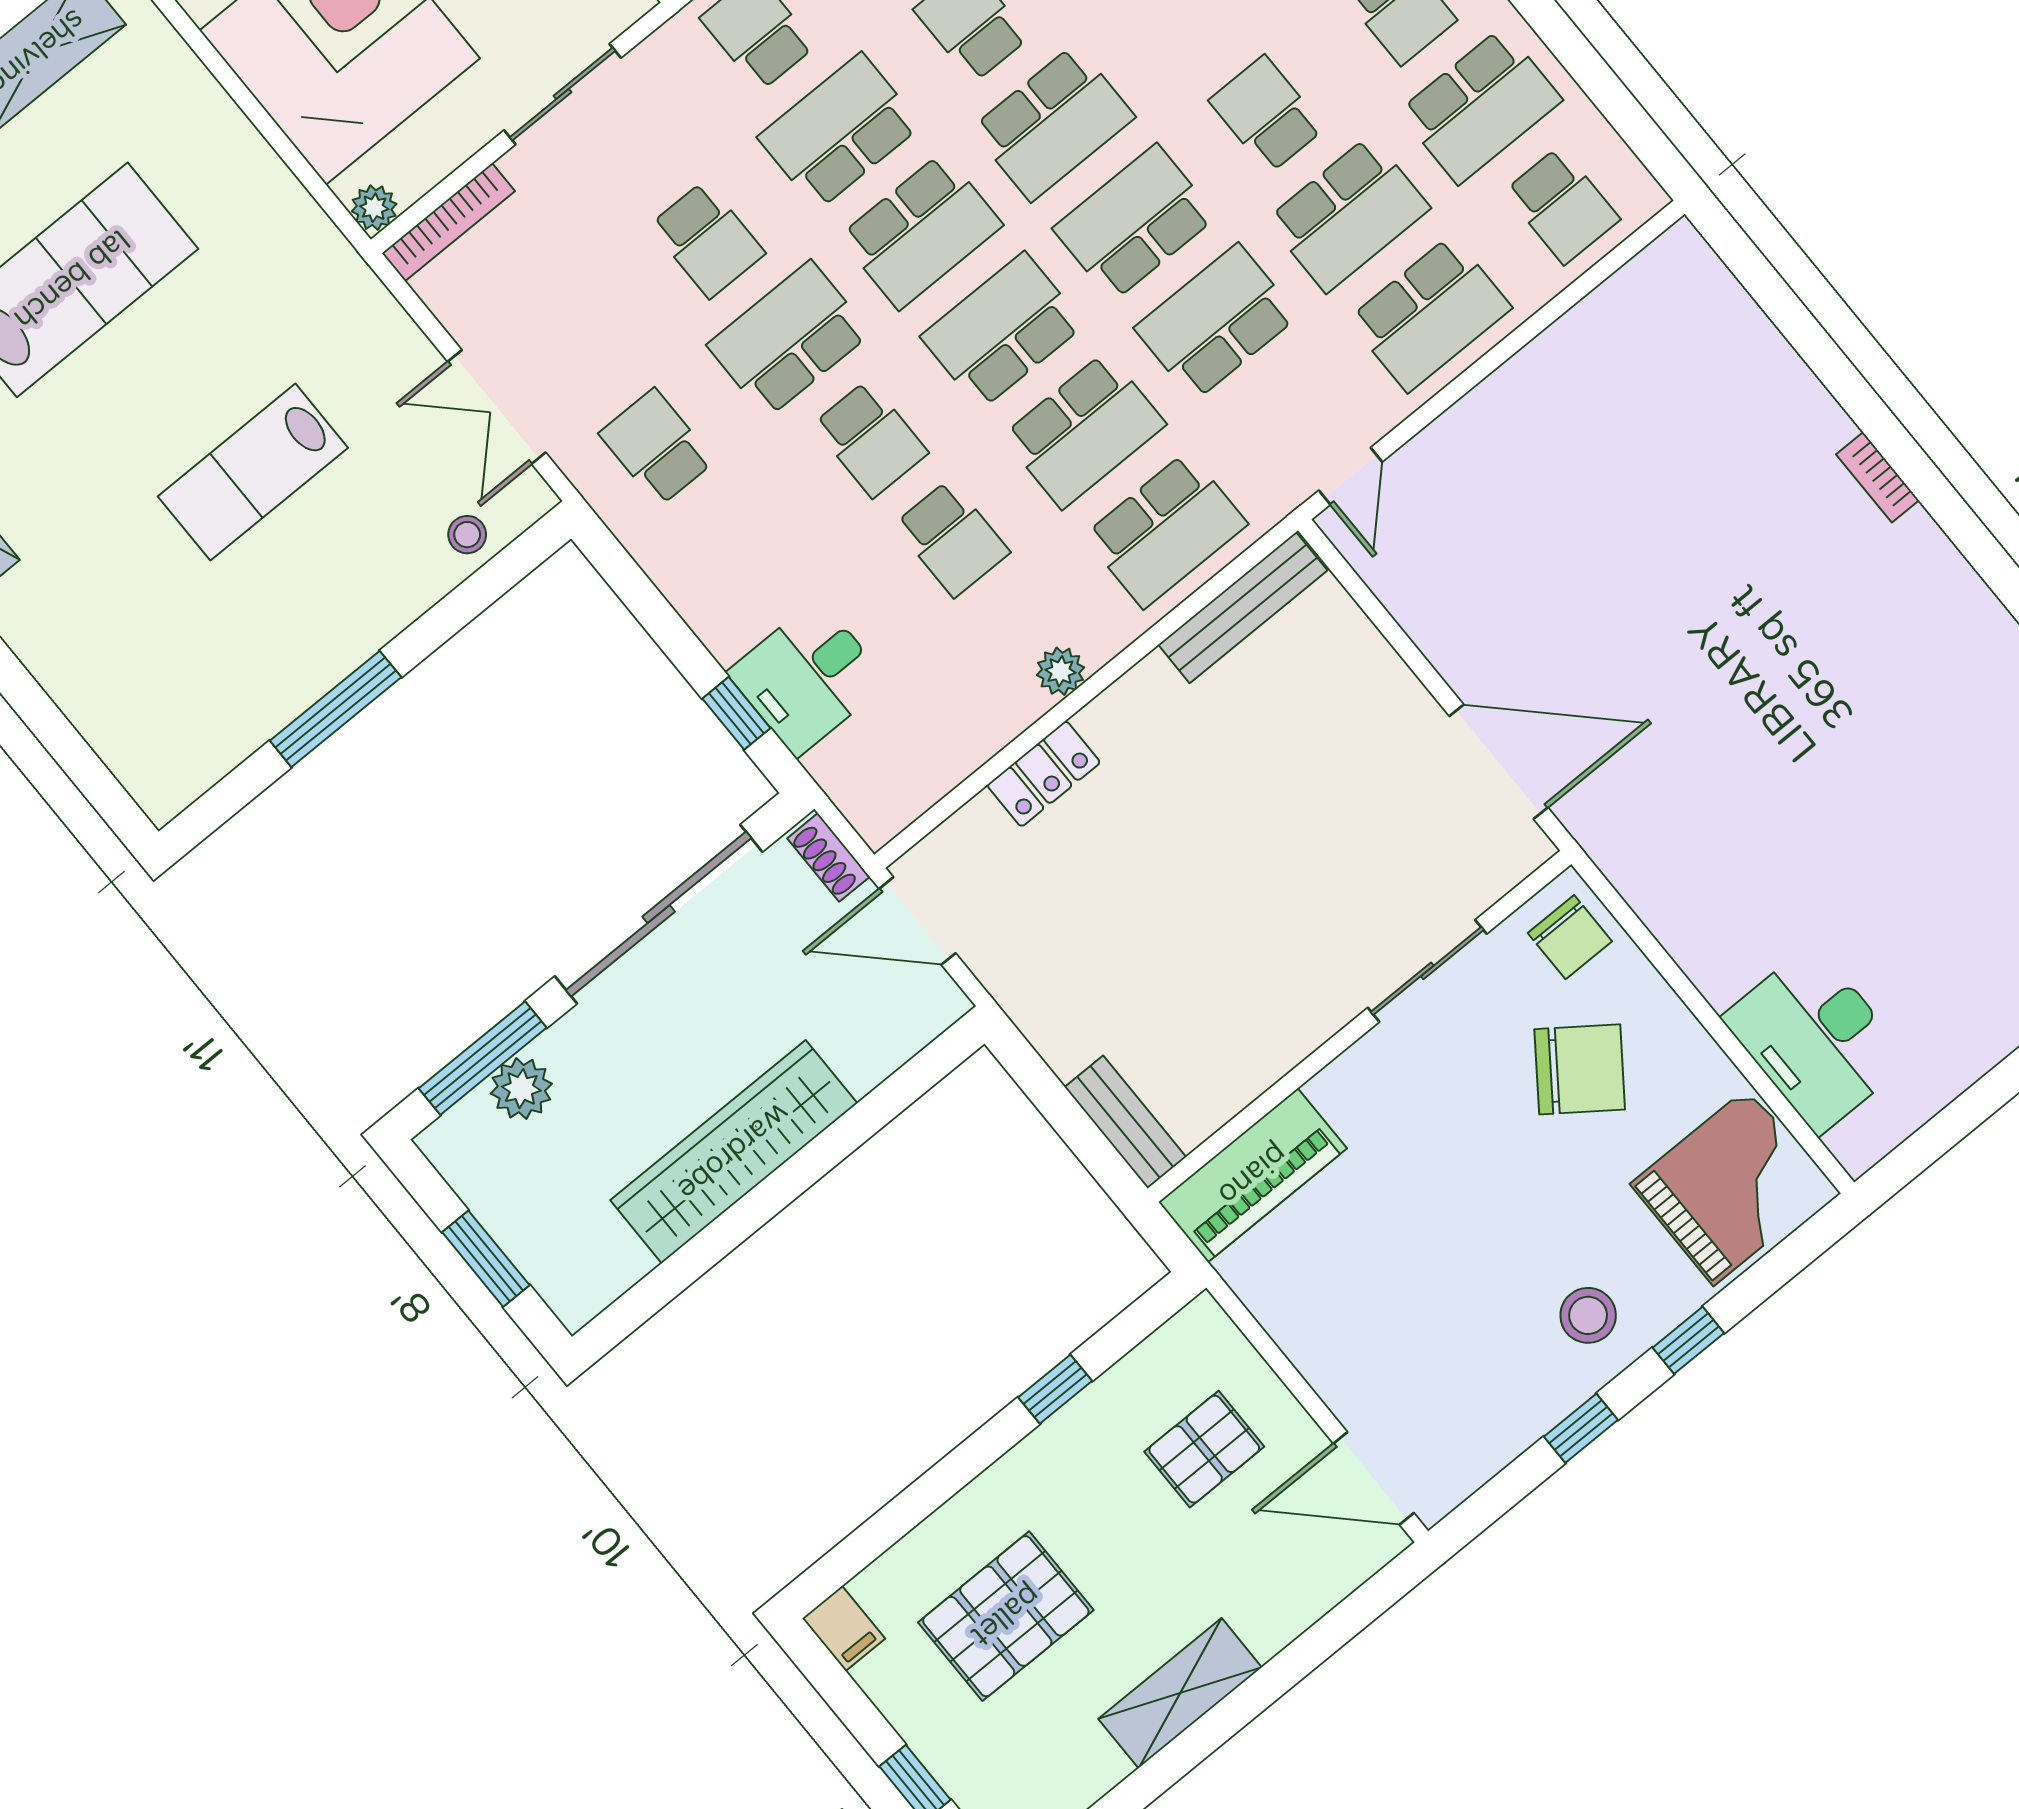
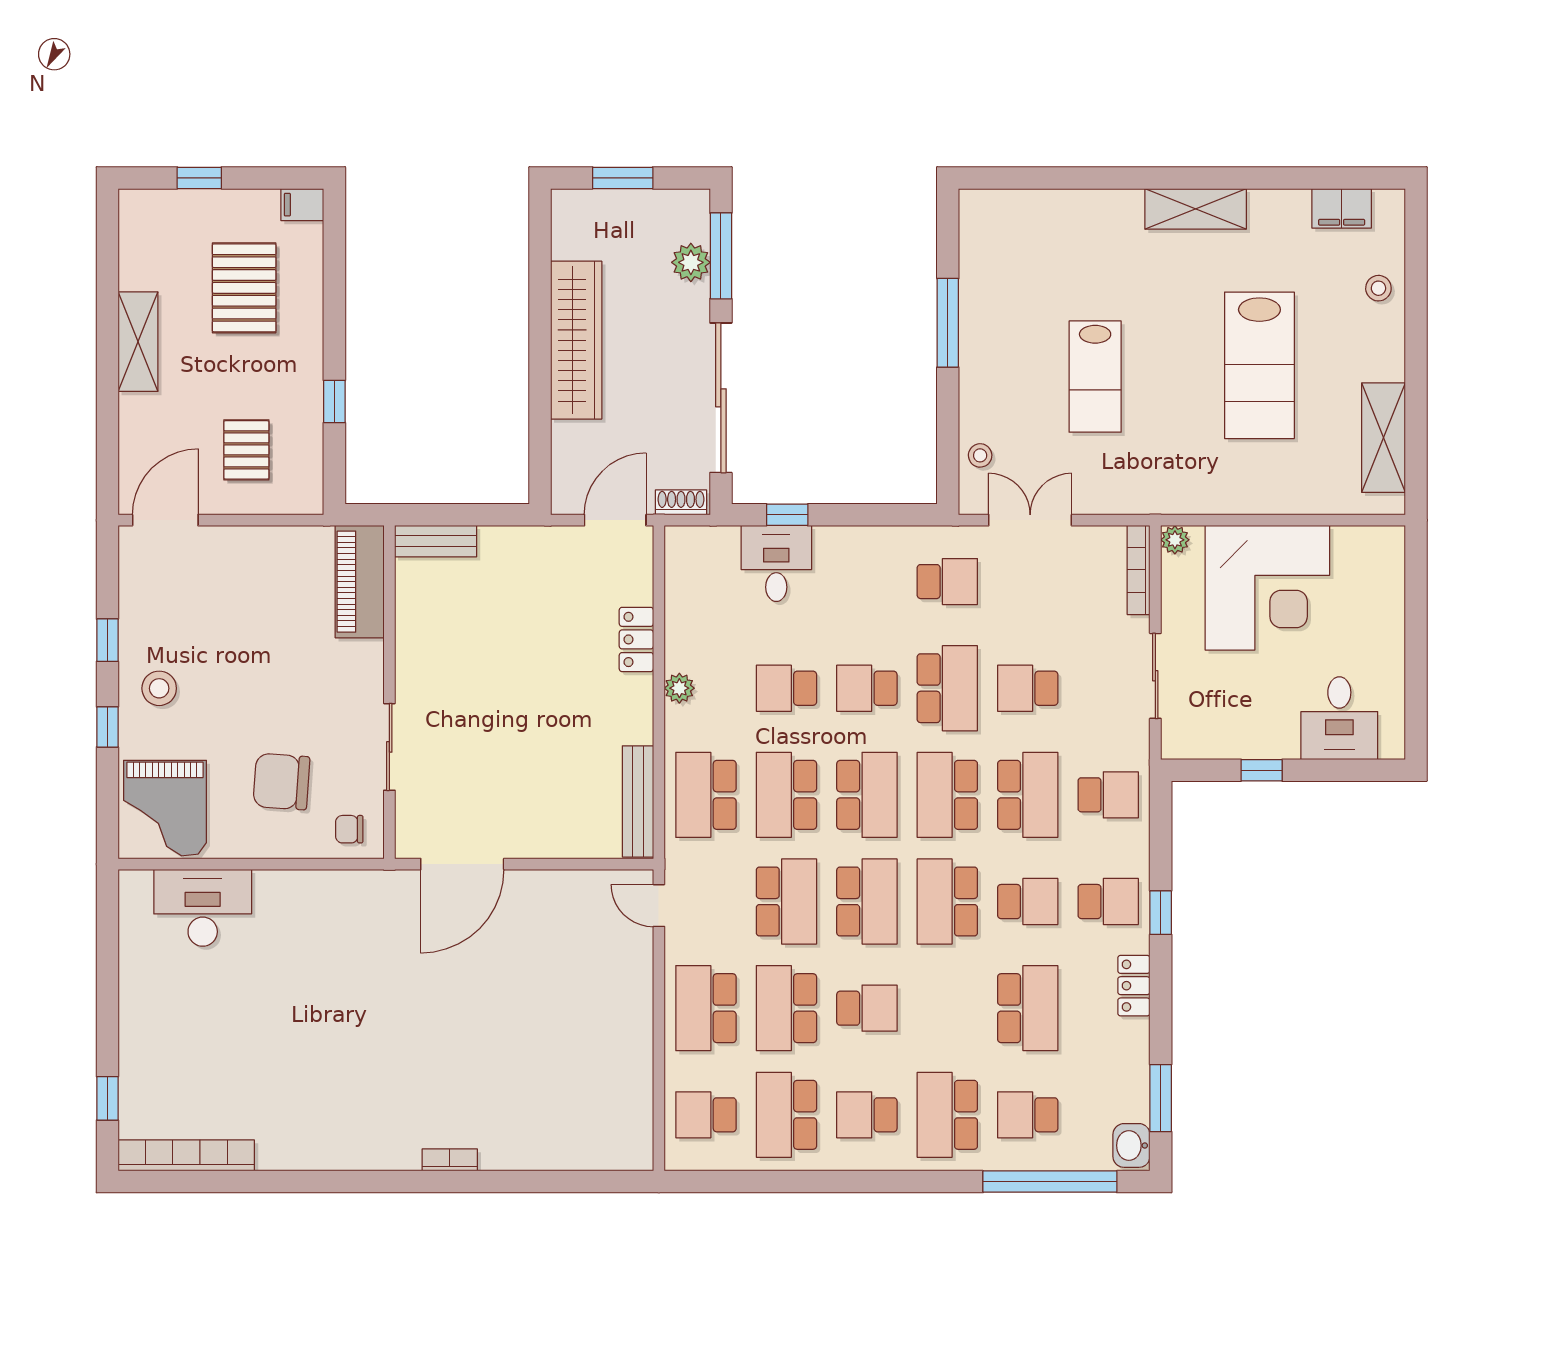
lab bench: (253, 472) -> (1095, 377), turned 180
chair: (1570, 937) -> (349, 829), width x0.73, depth x0.73
chair: (1580, 1069) -> (281, 782), turned 58

